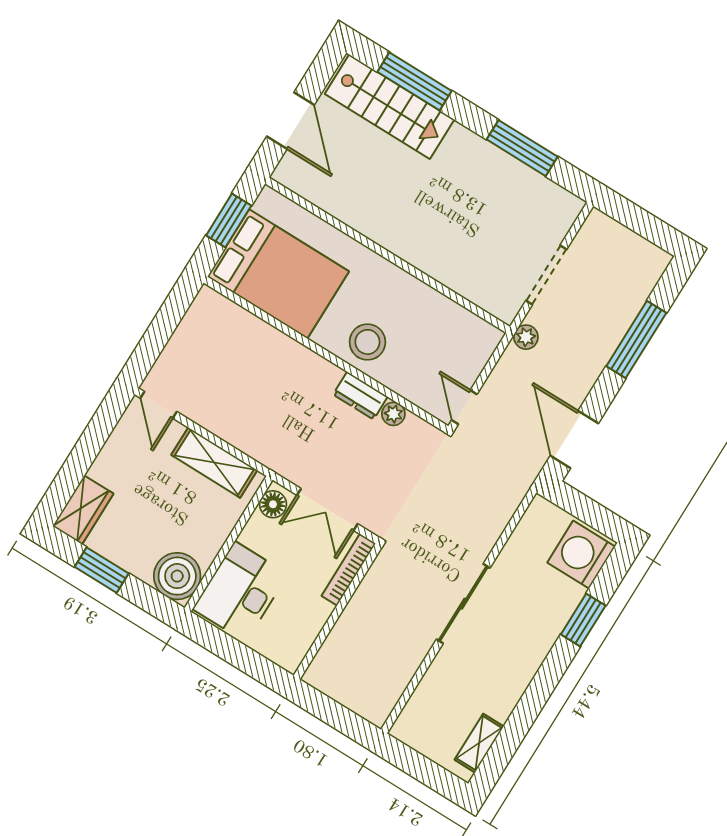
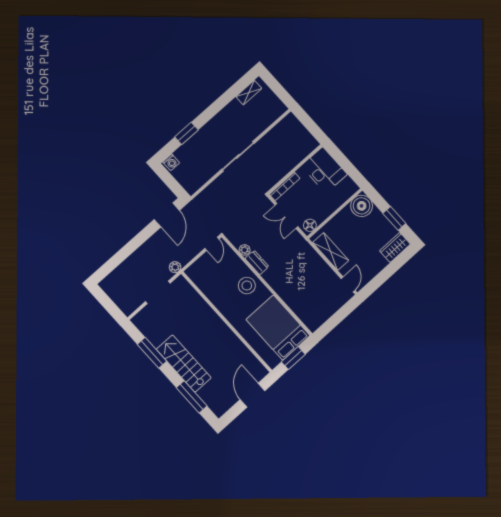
stairs: (389, 107) -> (184, 364), moved
window: (636, 340) -> (126, 252), removed
double door: (327, 510) -> (286, 216), swing flipped
washing machine: (581, 555) -> (171, 162), width x0.53, depth x0.53
desk: (240, 592) -> (324, 170), moved, turned -90

